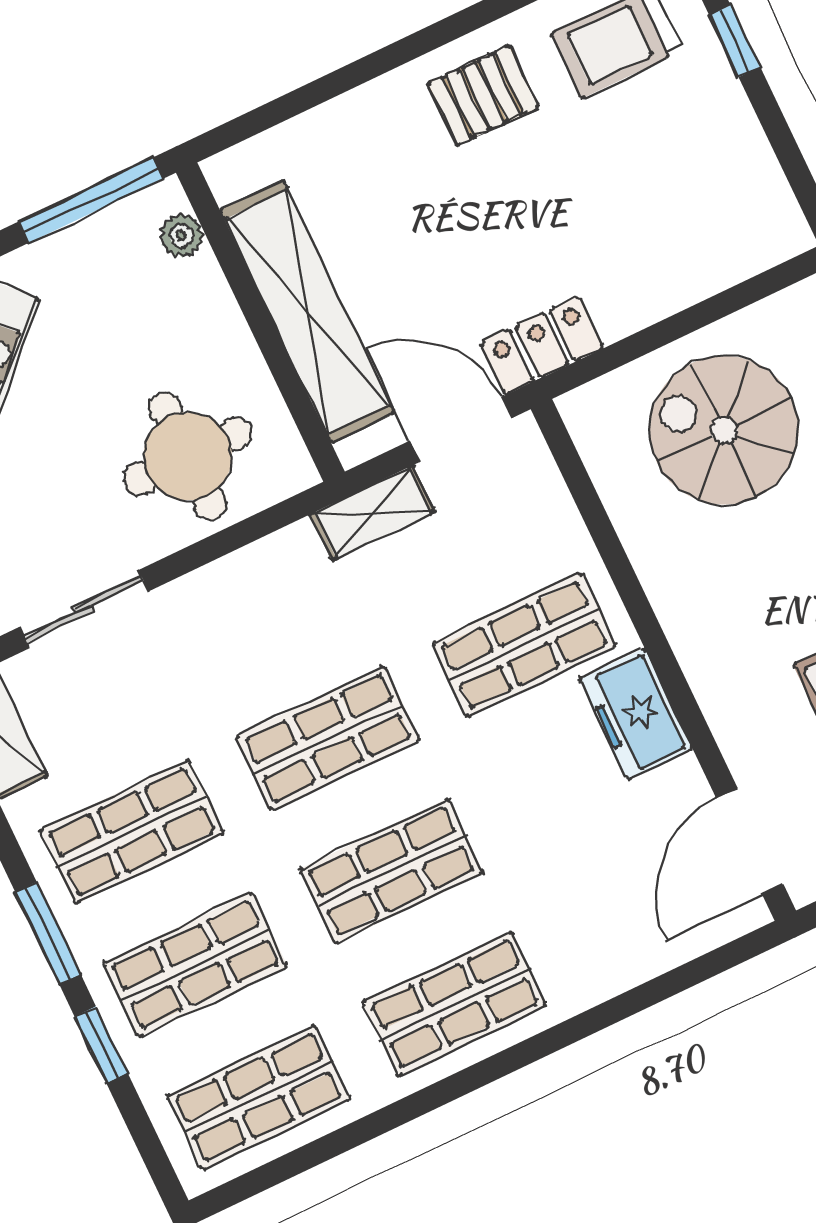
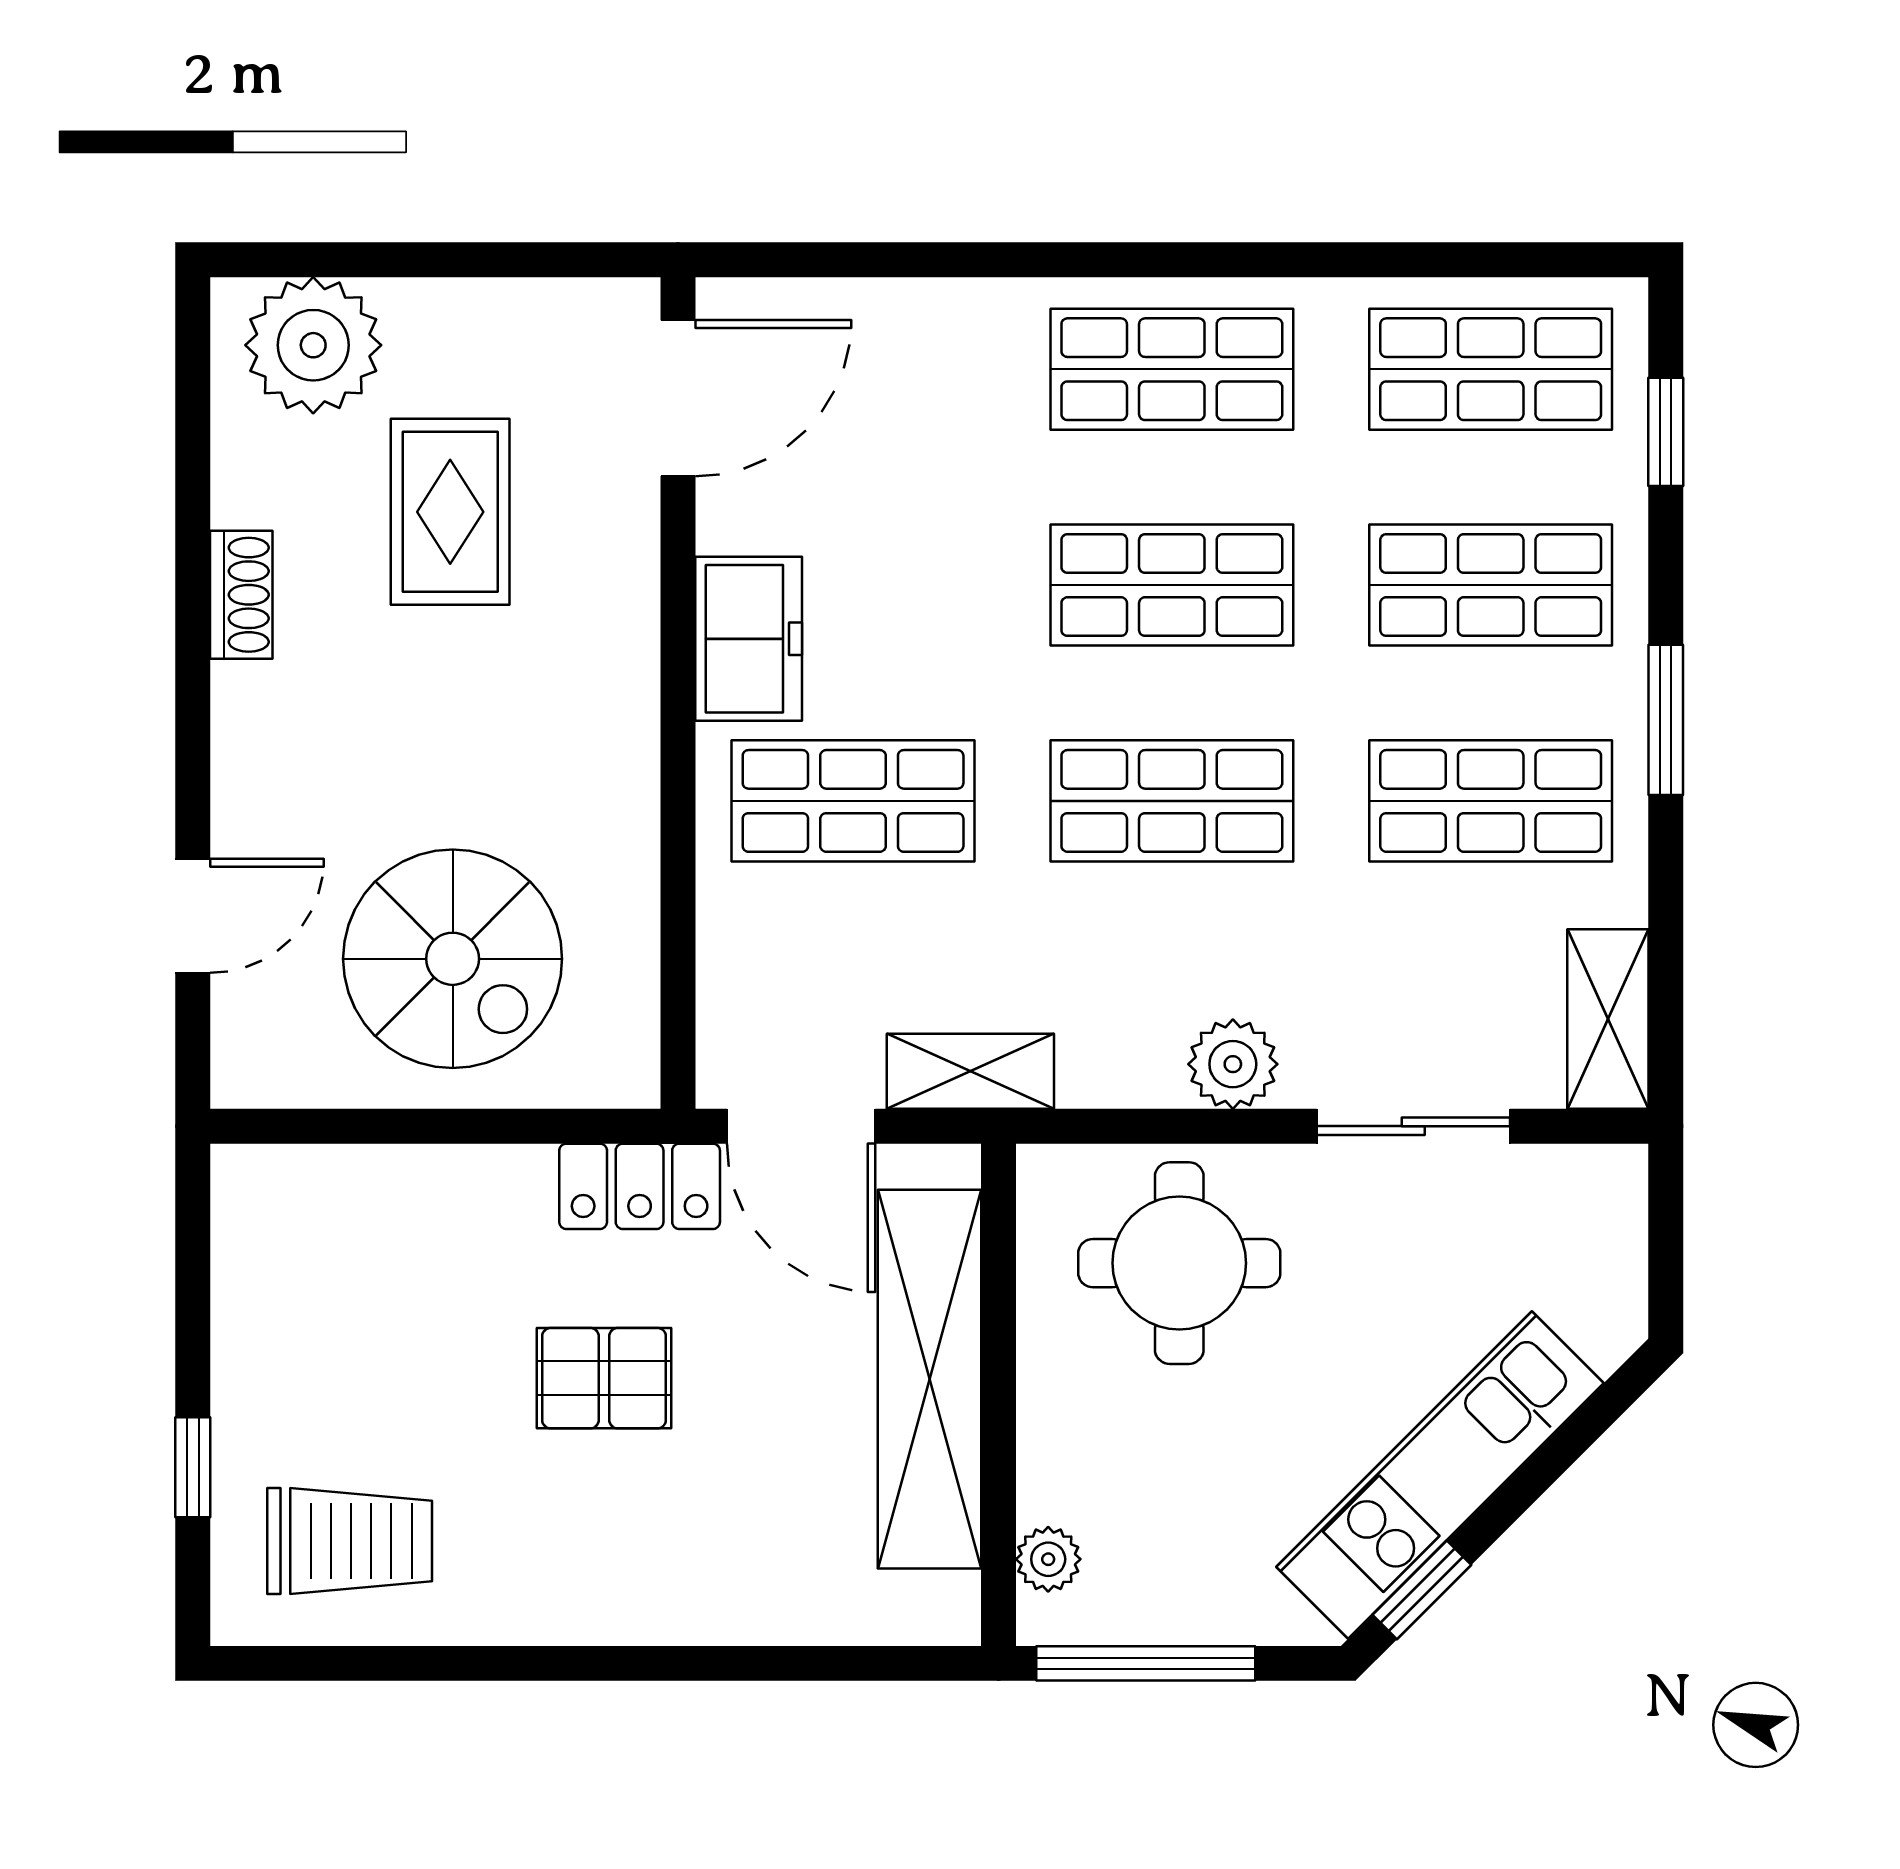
pallet: (483, 95) -> (604, 1378), moved
plant: (213, 594) -> (1233, 1064), added
window: (101, 1045) -> (1666, 432), moved

